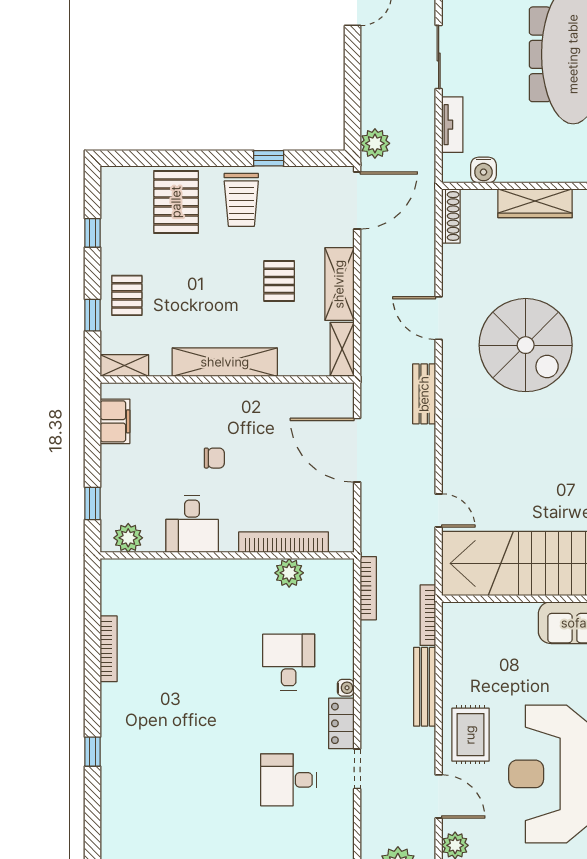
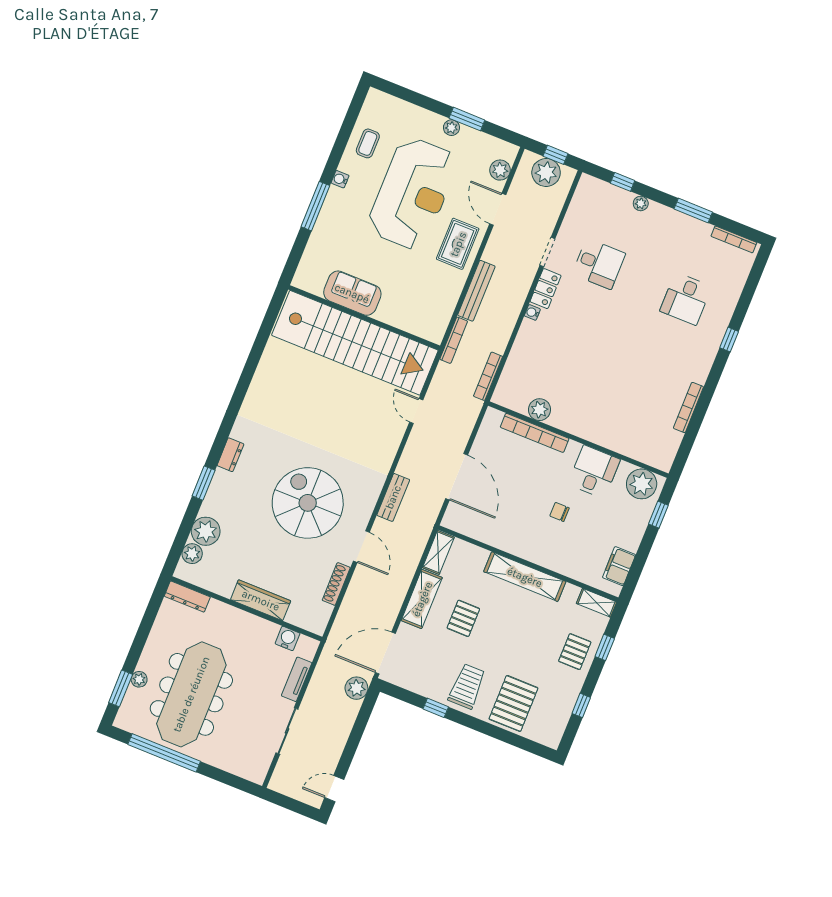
shoe rack: (451, 216) -> (336, 584), moved
plant: (128, 538) -> (642, 484), width x1.36, depth x1.36
desk: (289, 662) -> (686, 299), moved

